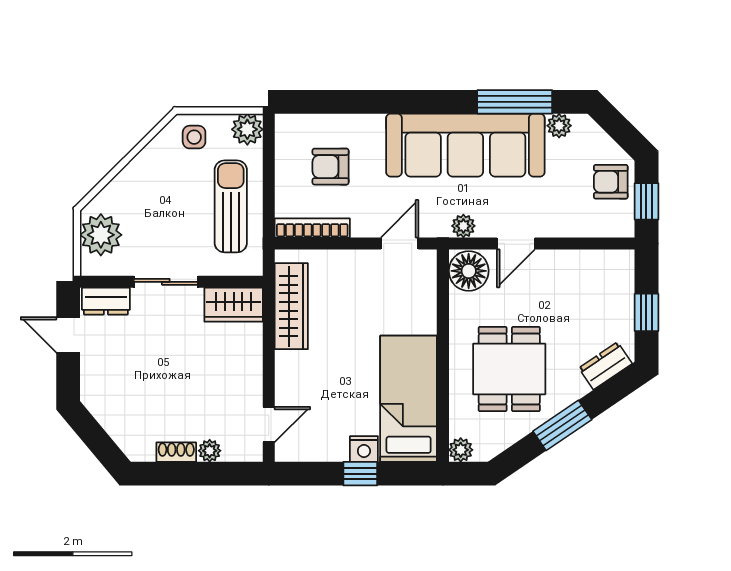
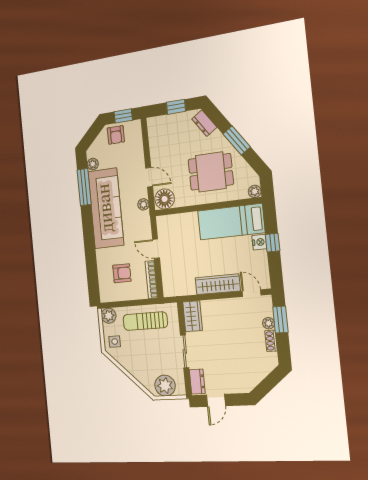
armchair: (331, 167) -> (122, 273), turned -90
door: (400, 243) -> (156, 249), moved
wardrobe: (291, 306) -> (218, 284), moved
window: (215, 474) -> (280, 320), added

